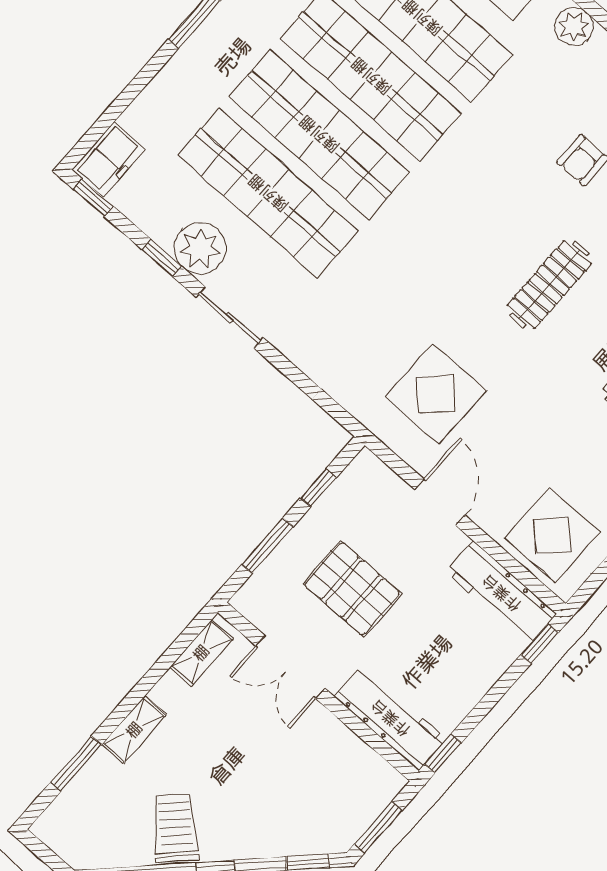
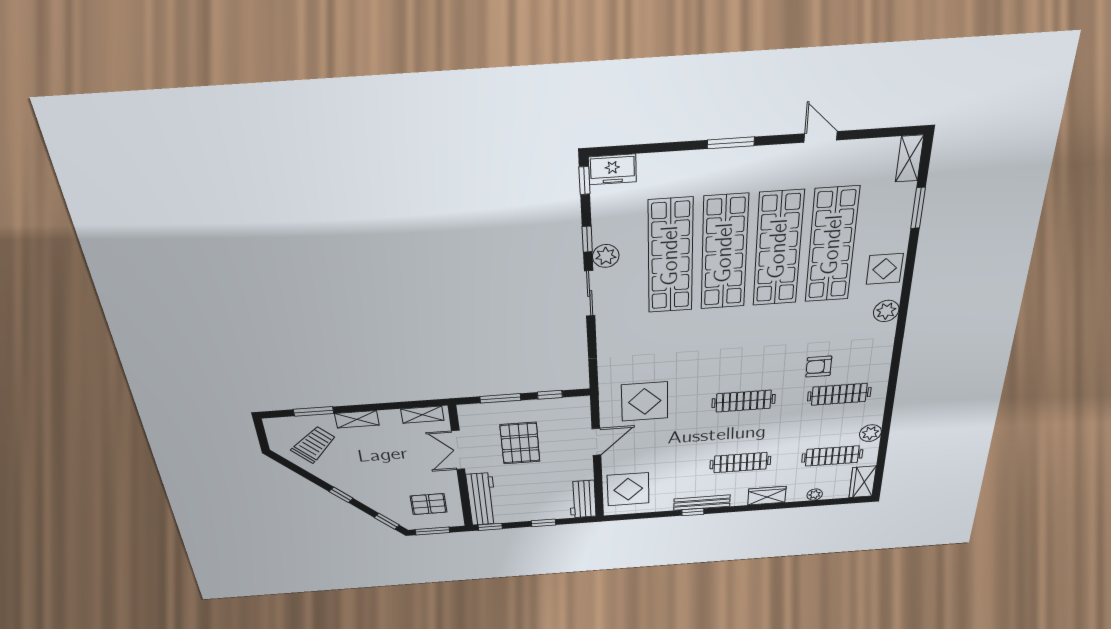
plant: (200, 248) -> (606, 256), width x0.73, depth x0.73
workbench: (501, 593) -> (583, 499), width x0.73
window: (539, 644) -> (544, 523), moved
pallet: (333, 786) -> (429, 504), added
trolley: (175, 828) -> (314, 444), moved

